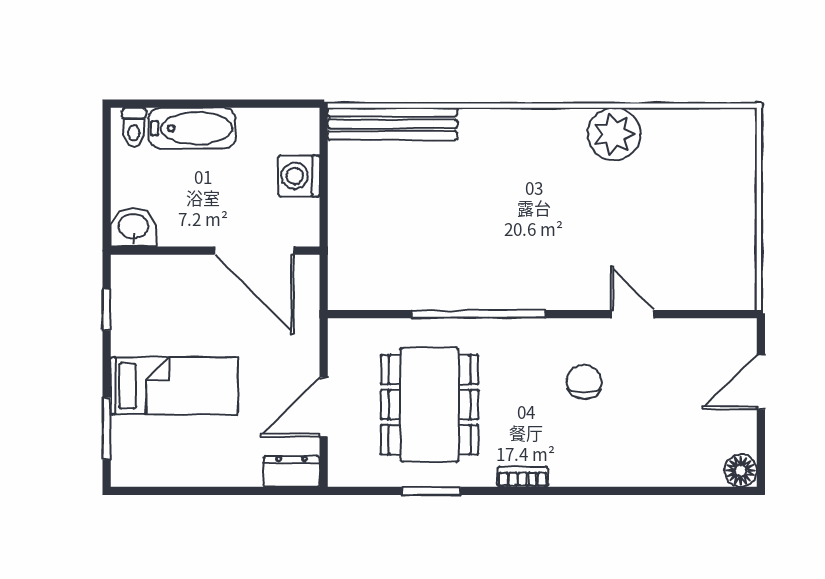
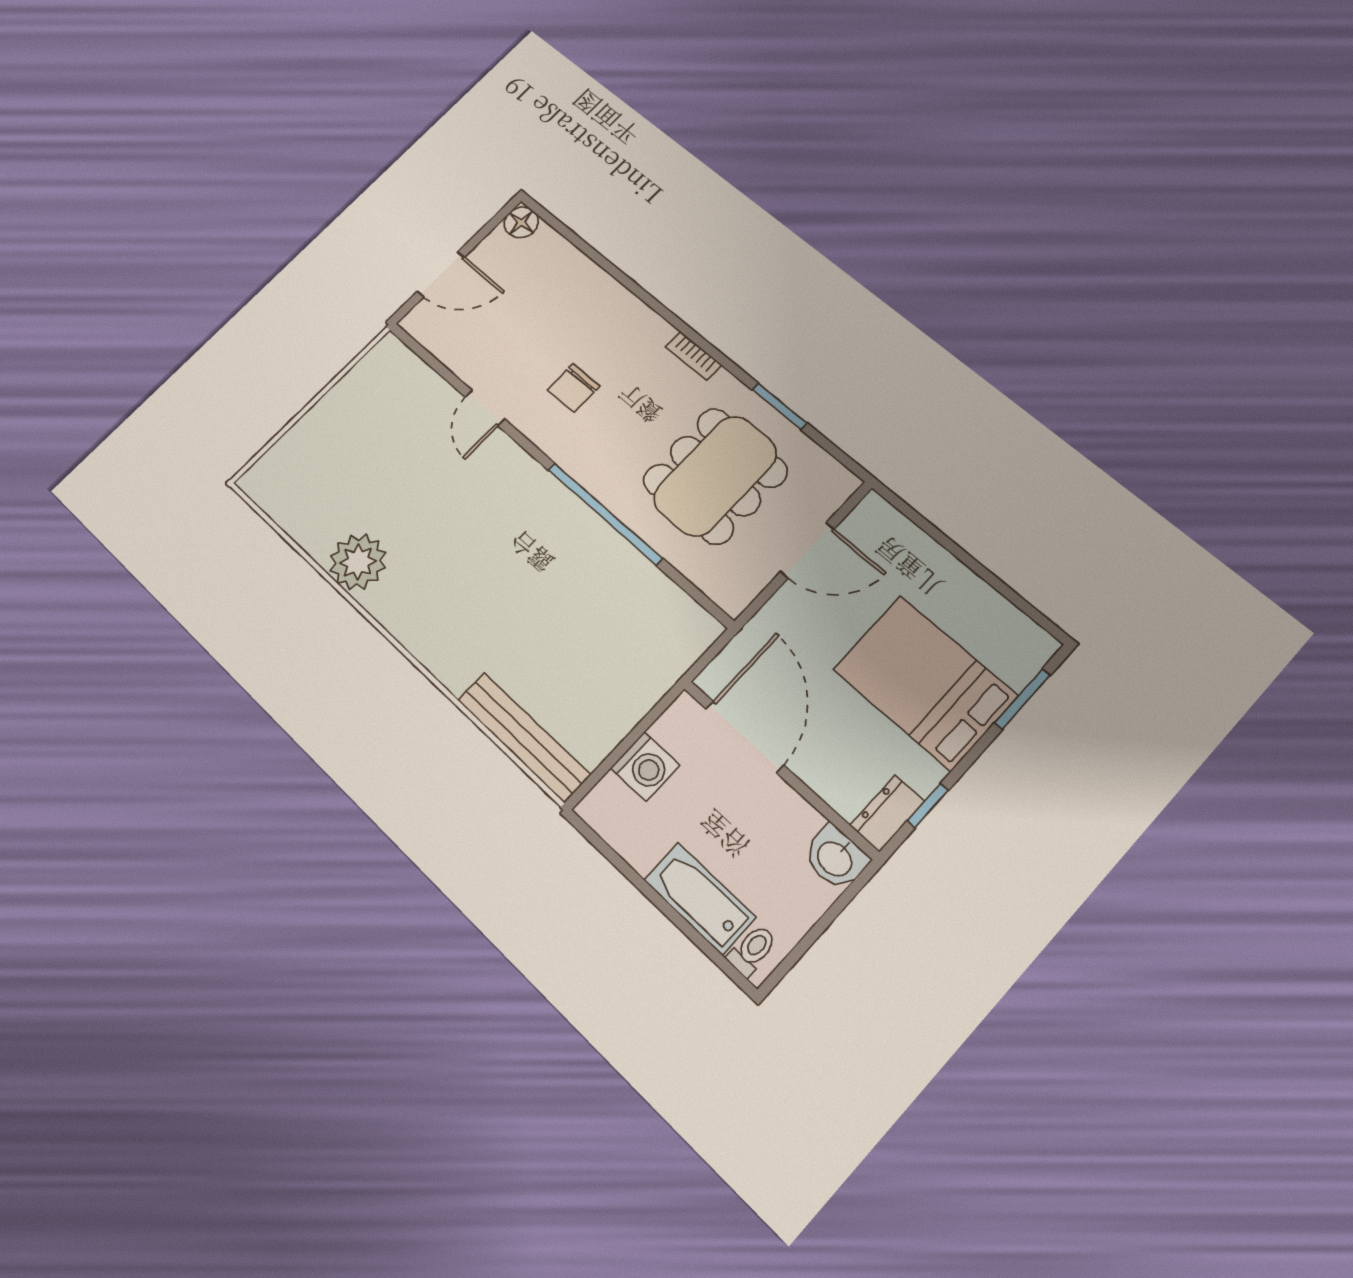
bed: (174, 386) -> (925, 682), width x1.50
dresser: (292, 471) -> (887, 813), moved, turned 90

